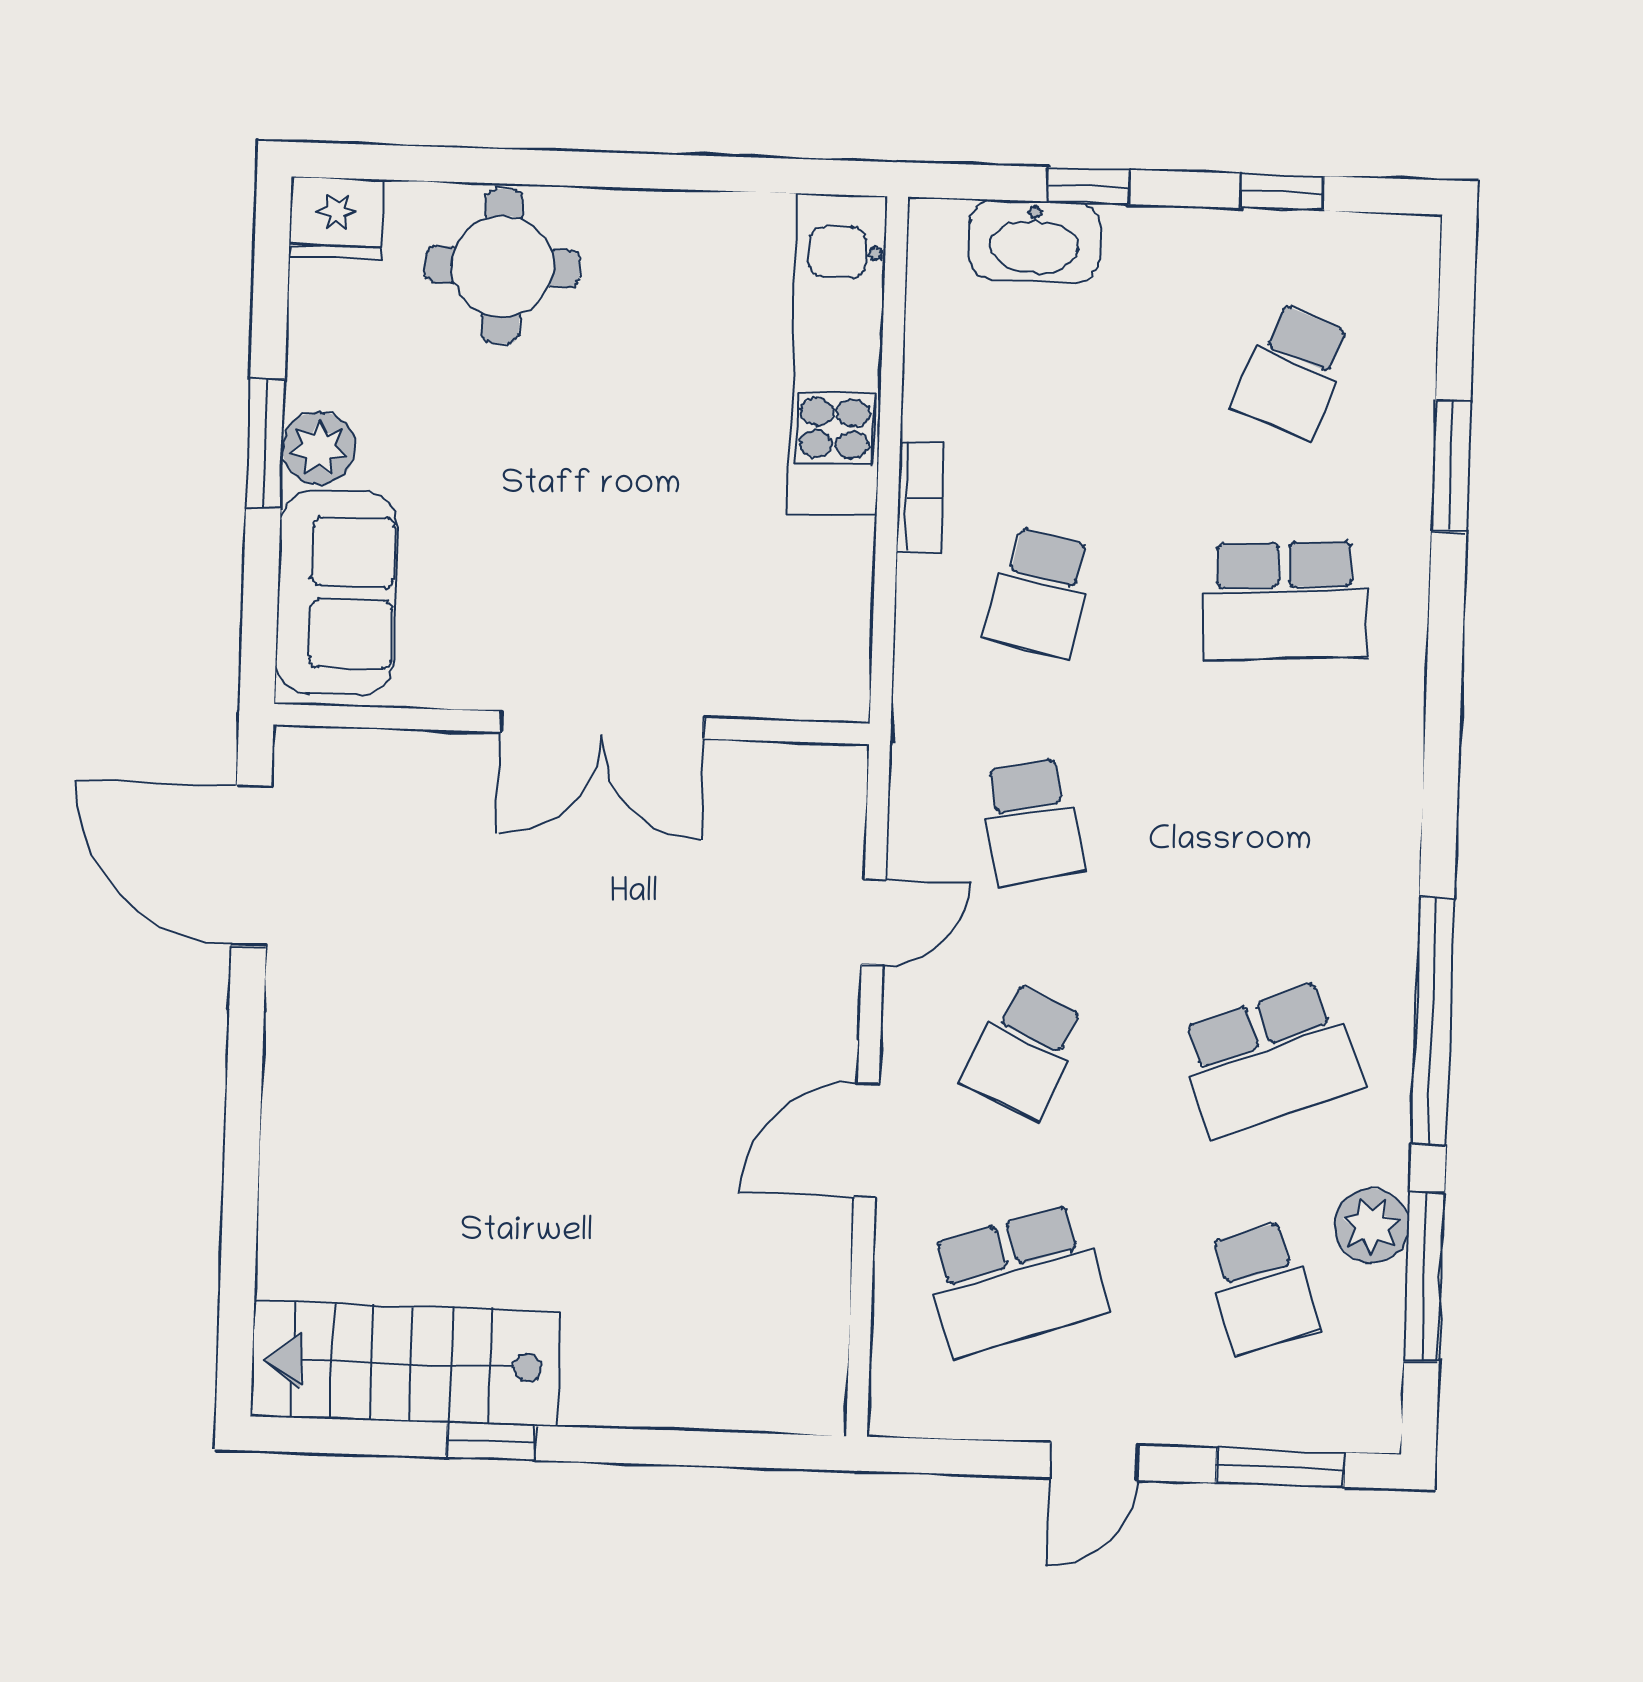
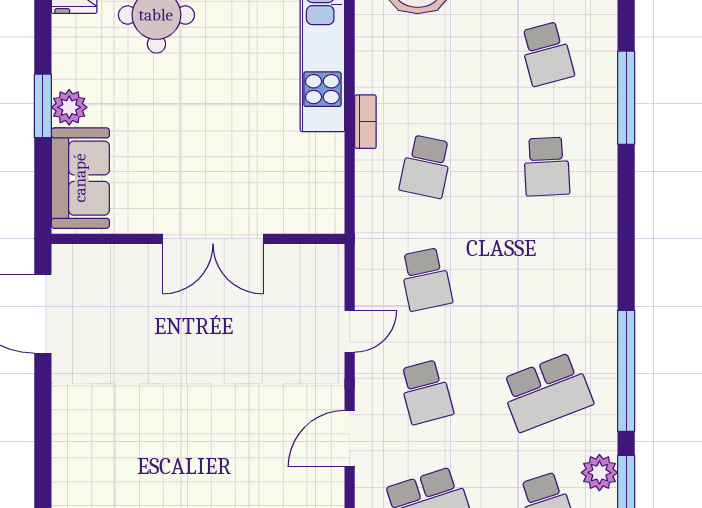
school desk: (1292, 372) -> (547, 54), turned -36
window: (1451, 466) -> (626, 98), width x1.44
school desk: (1285, 601) -> (547, 167), width x0.54
school desk: (1024, 1051) -> (426, 392), turned -39

